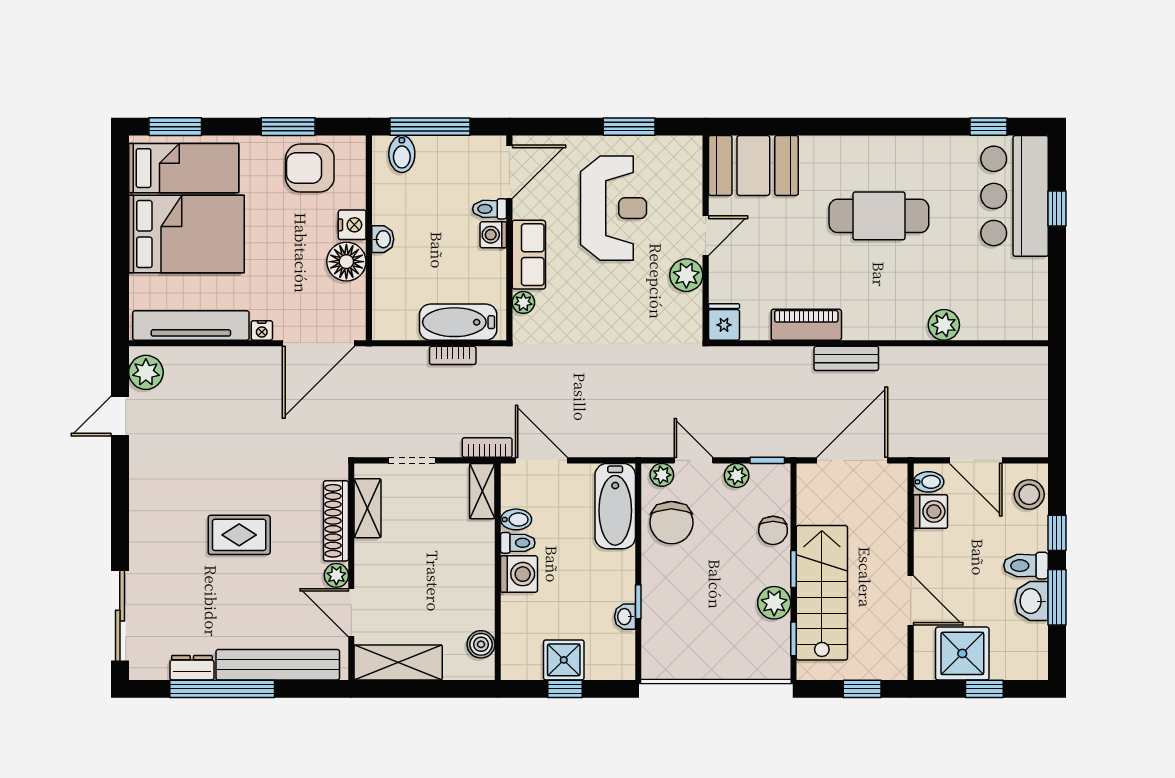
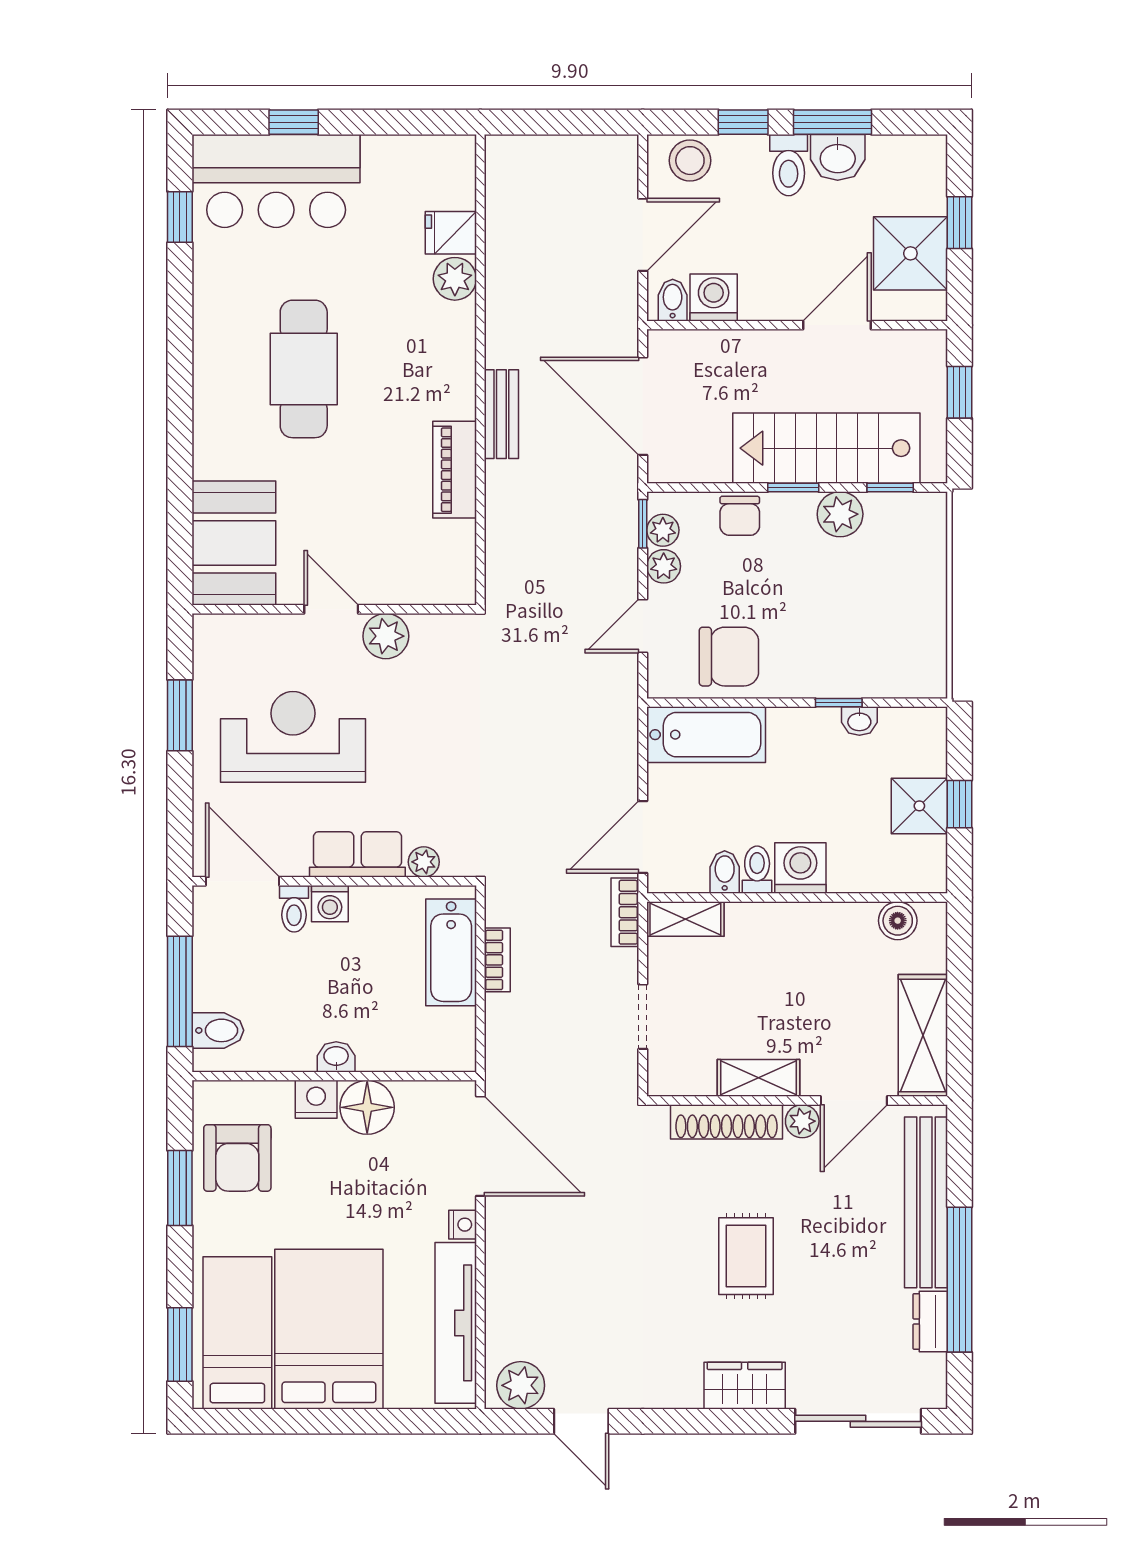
fridge: (724, 322) -> (451, 233), moved
plant: (662, 475) -> (663, 530), moved
shelving: (368, 508) -> (759, 1078), moved
chair: (773, 530) -> (740, 516), turned 90
wardrobe: (146, 534) -> (745, 1386), added

